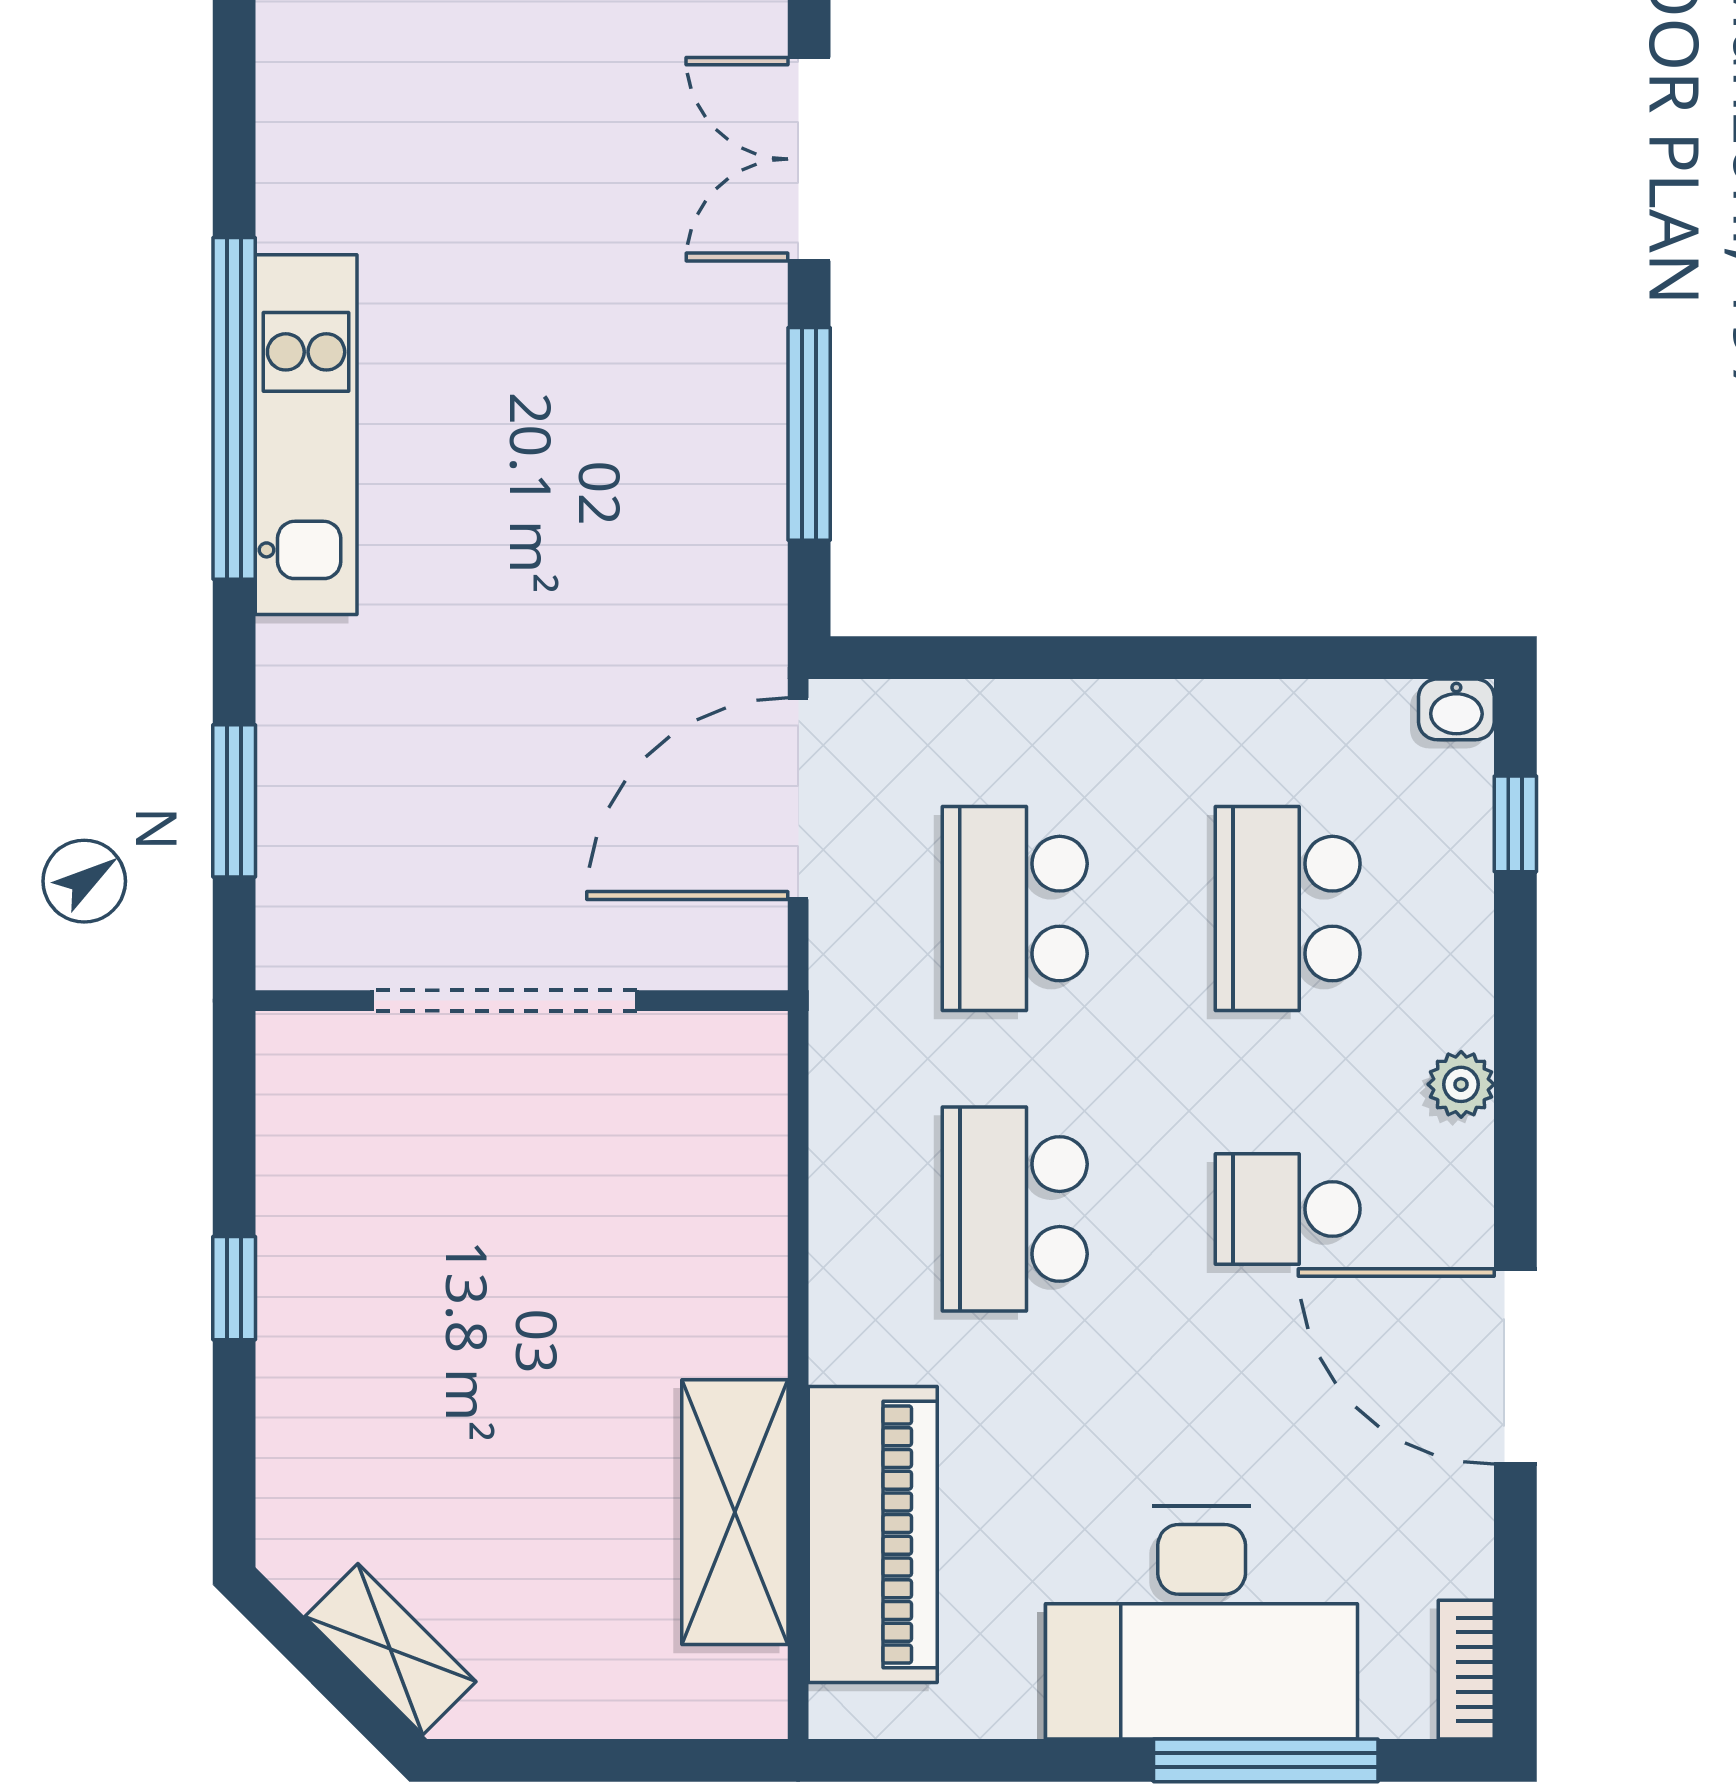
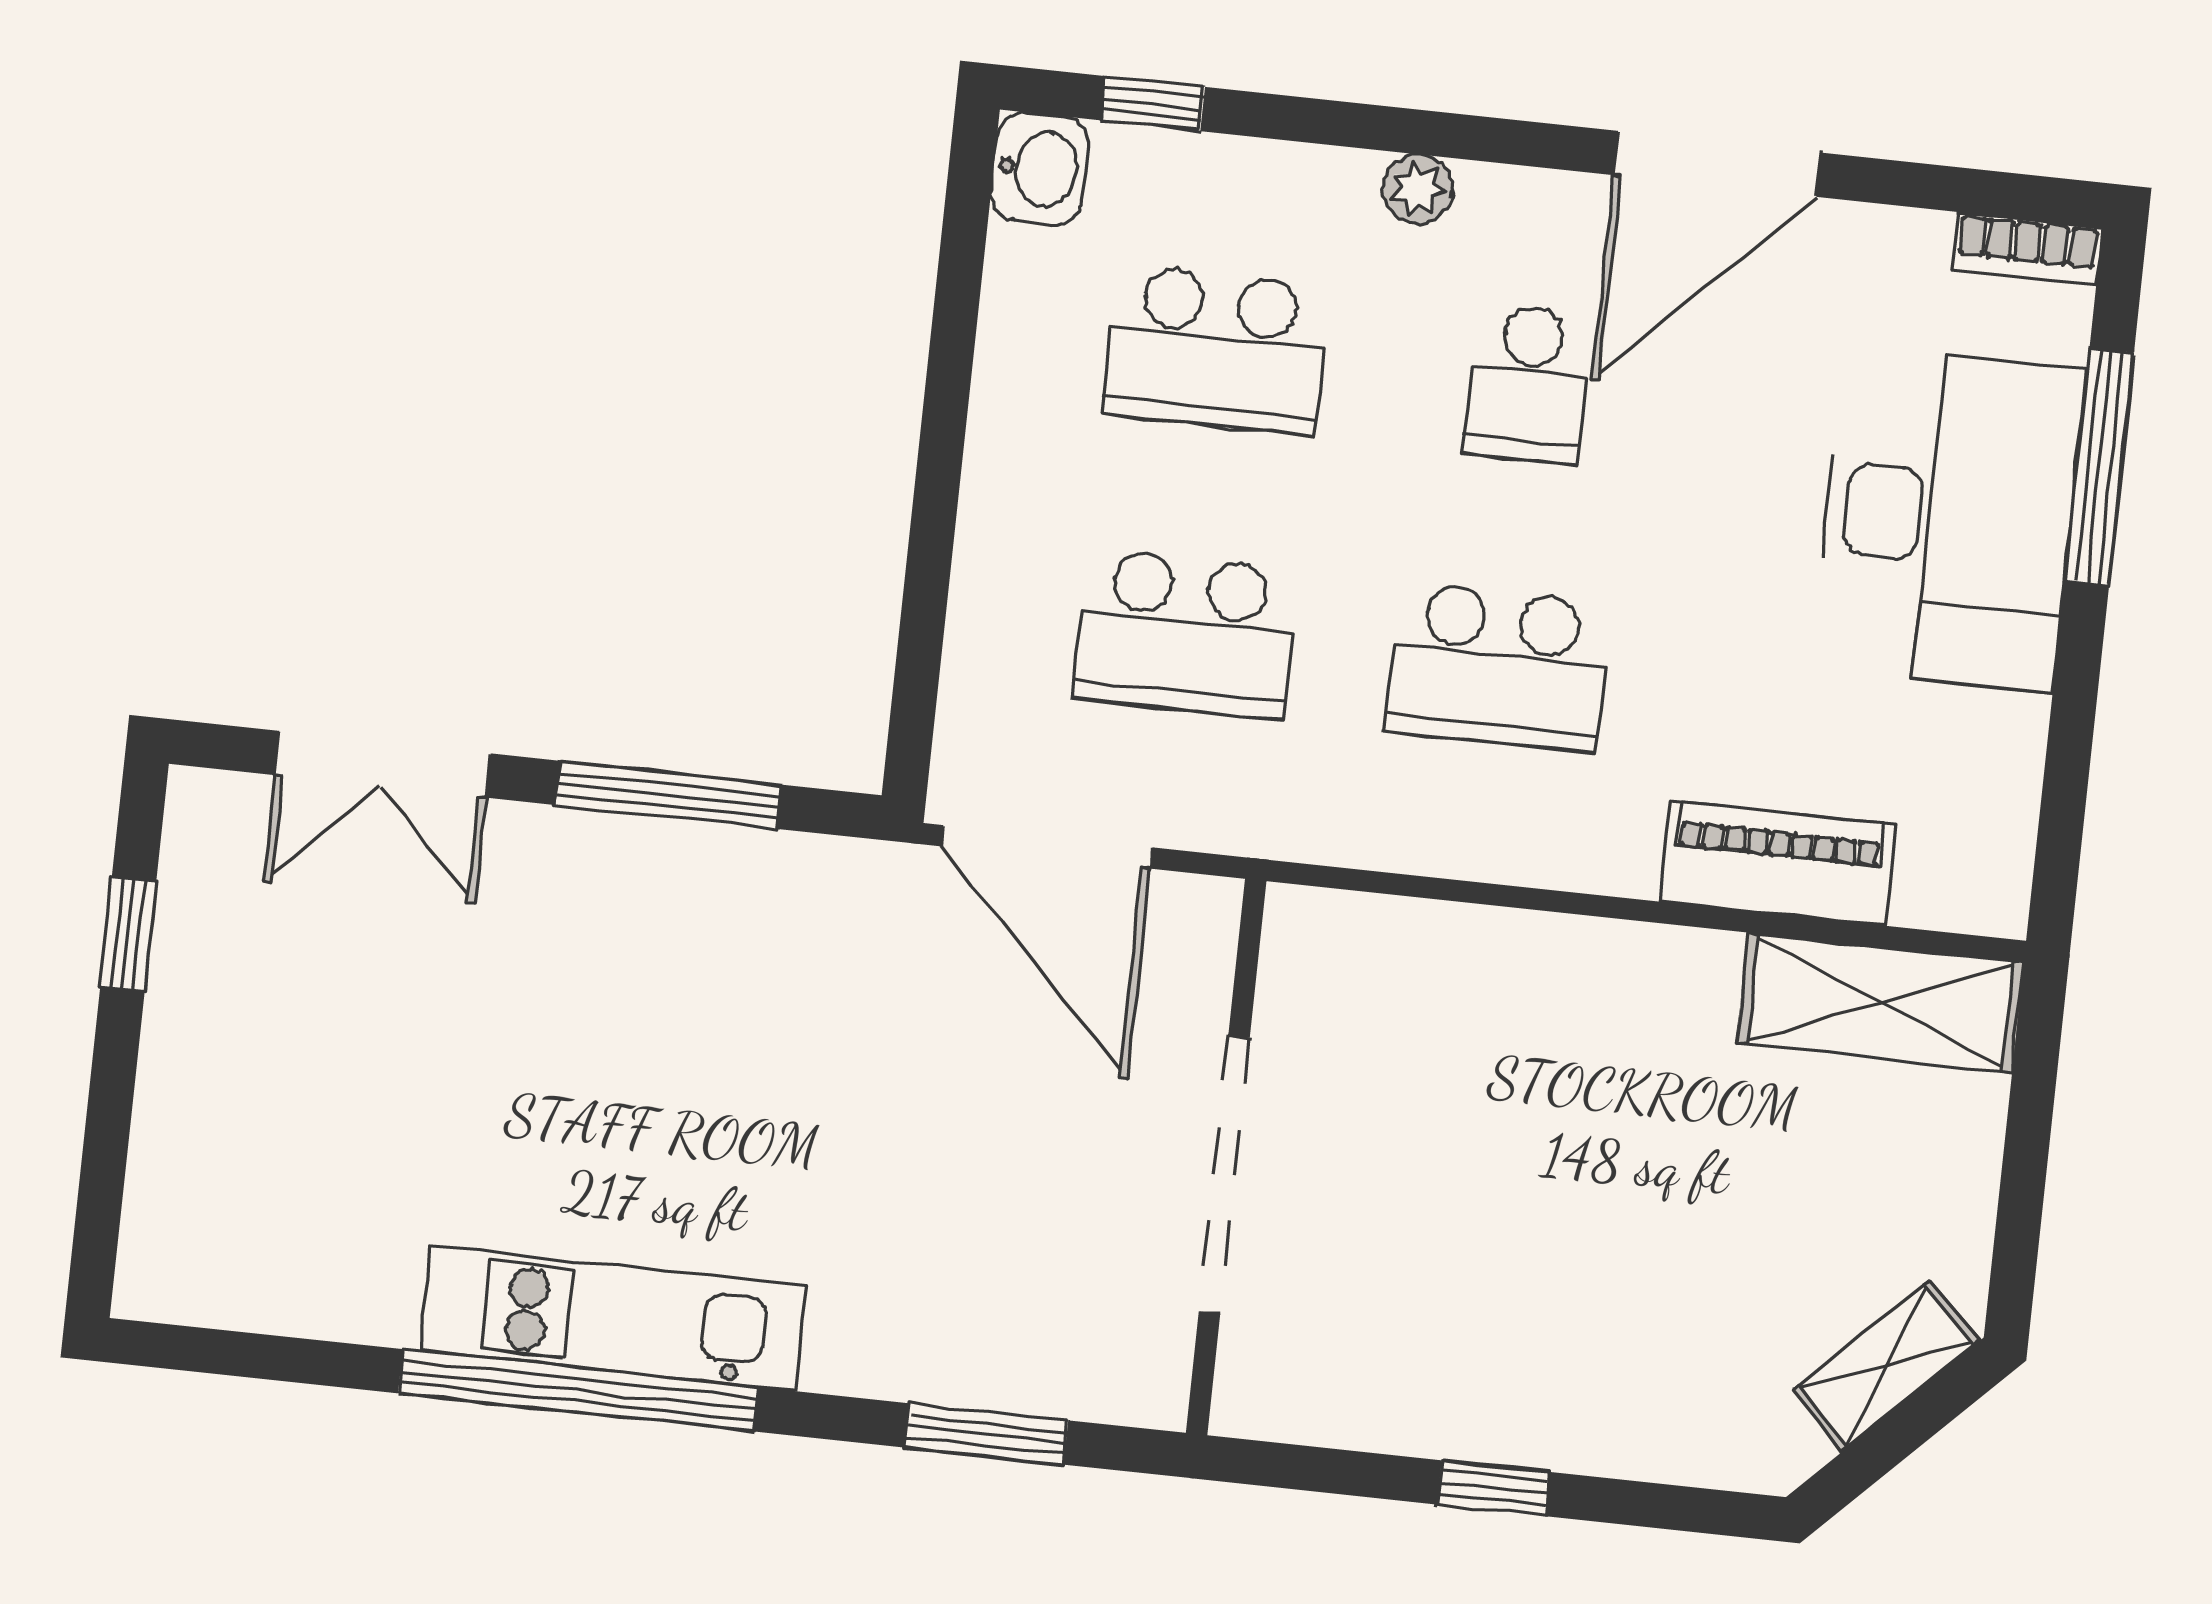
washbasin: (1456, 709) -> (1040, 169), width x1.38, depth x1.45
shelving: (735, 1512) -> (1880, 1003), moved
piano: (873, 1534) -> (1778, 863), width x0.73, depth x0.75

